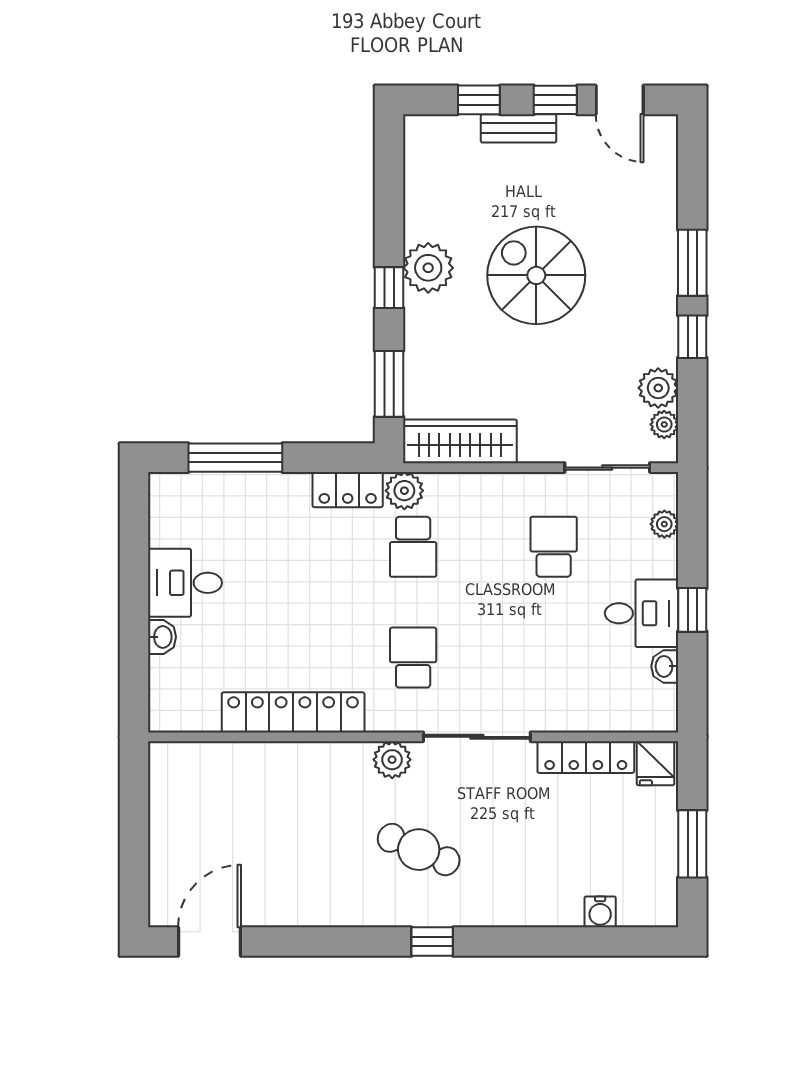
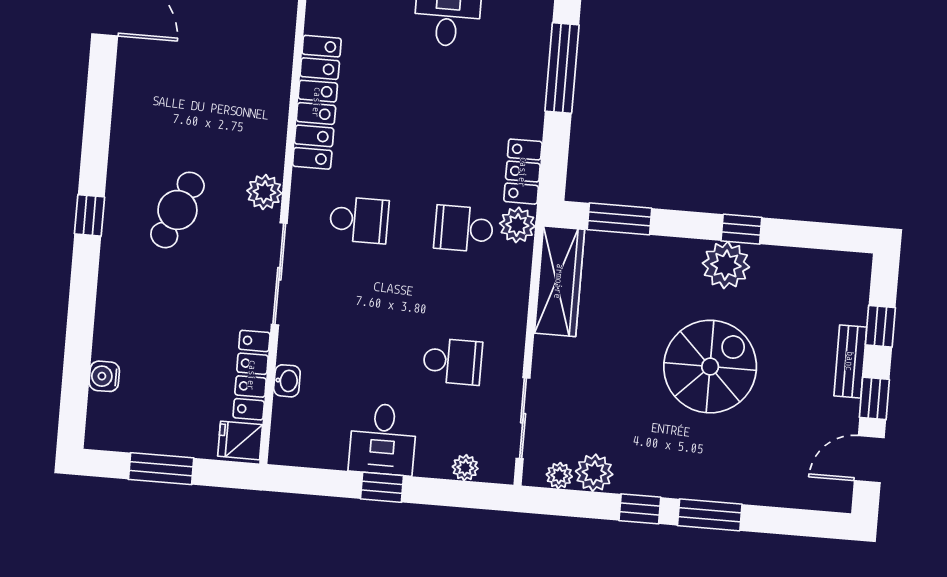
window: (389, 288) -> (741, 229), moved
washbasin: (665, 666) -> (287, 381), moved, turned 90

